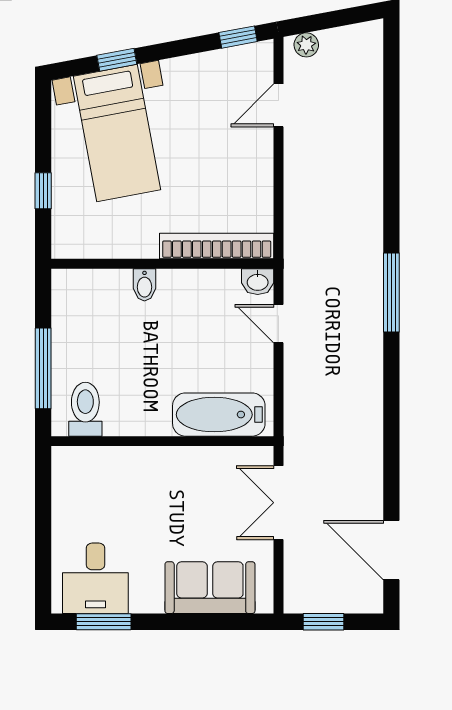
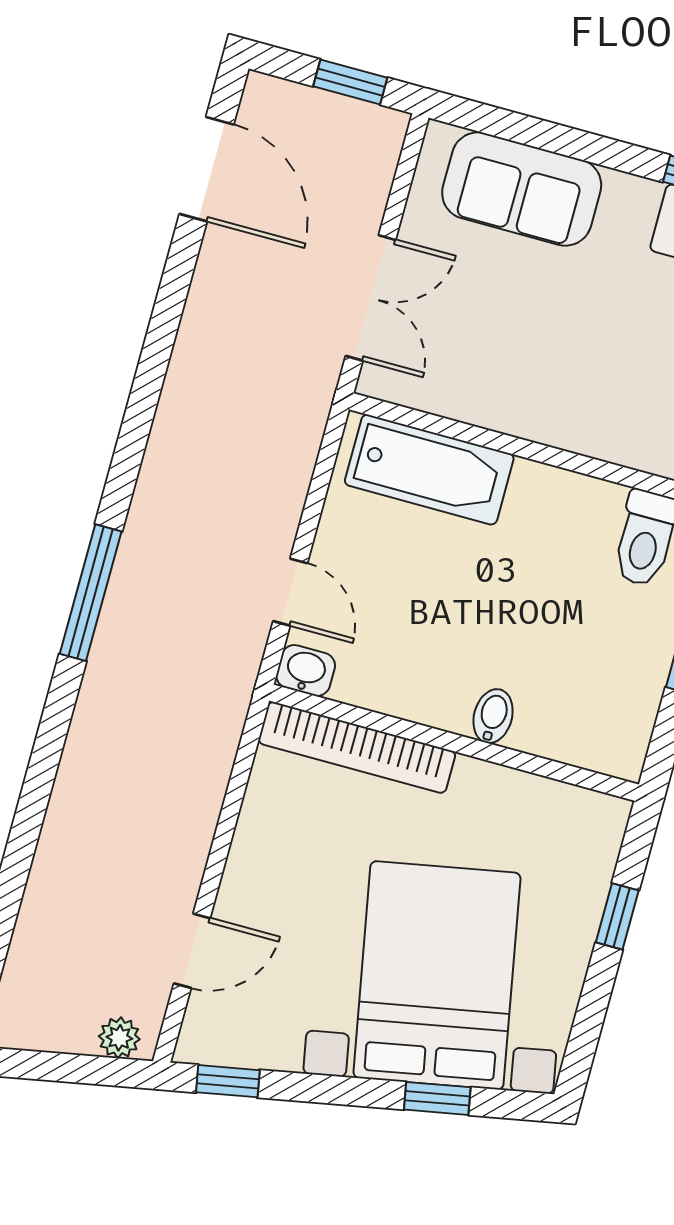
bed with nightstands: (117, 133) -> (437, 975), width x1.36

